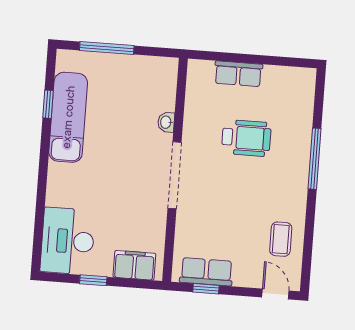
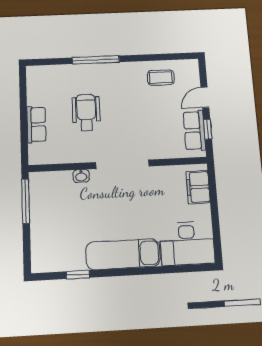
window: (107, 48) -> (26, 201), moved
exam couch: (68, 117) -> (123, 254), moved
window: (93, 280) -> (215, 219), removed
door: (275, 294) -> (205, 97), moved

